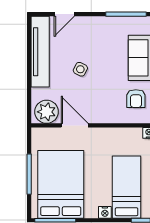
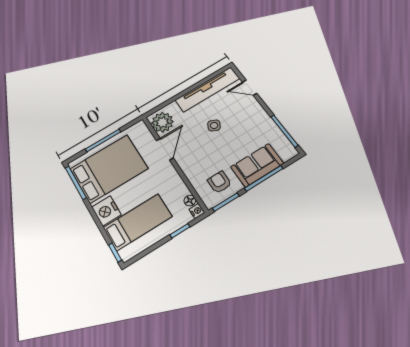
armchair: (136, 99) -> (219, 182), turned 90
floor lamp: (136, 133) -> (190, 201), added
nightstand: (105, 212) -> (106, 211), width x1.89, depth x1.79

